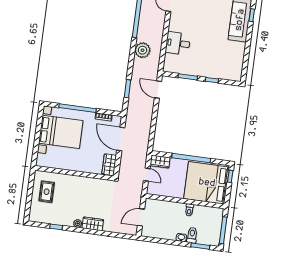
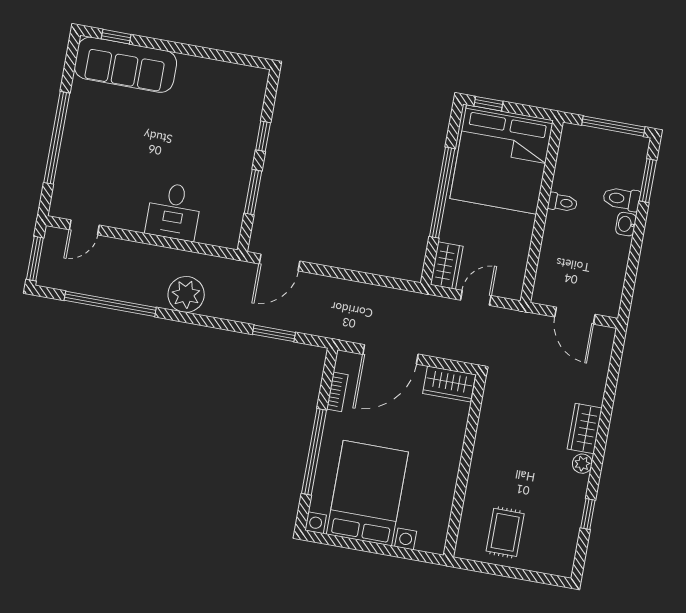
rug: (47, 192) -> (505, 532), turned 90

